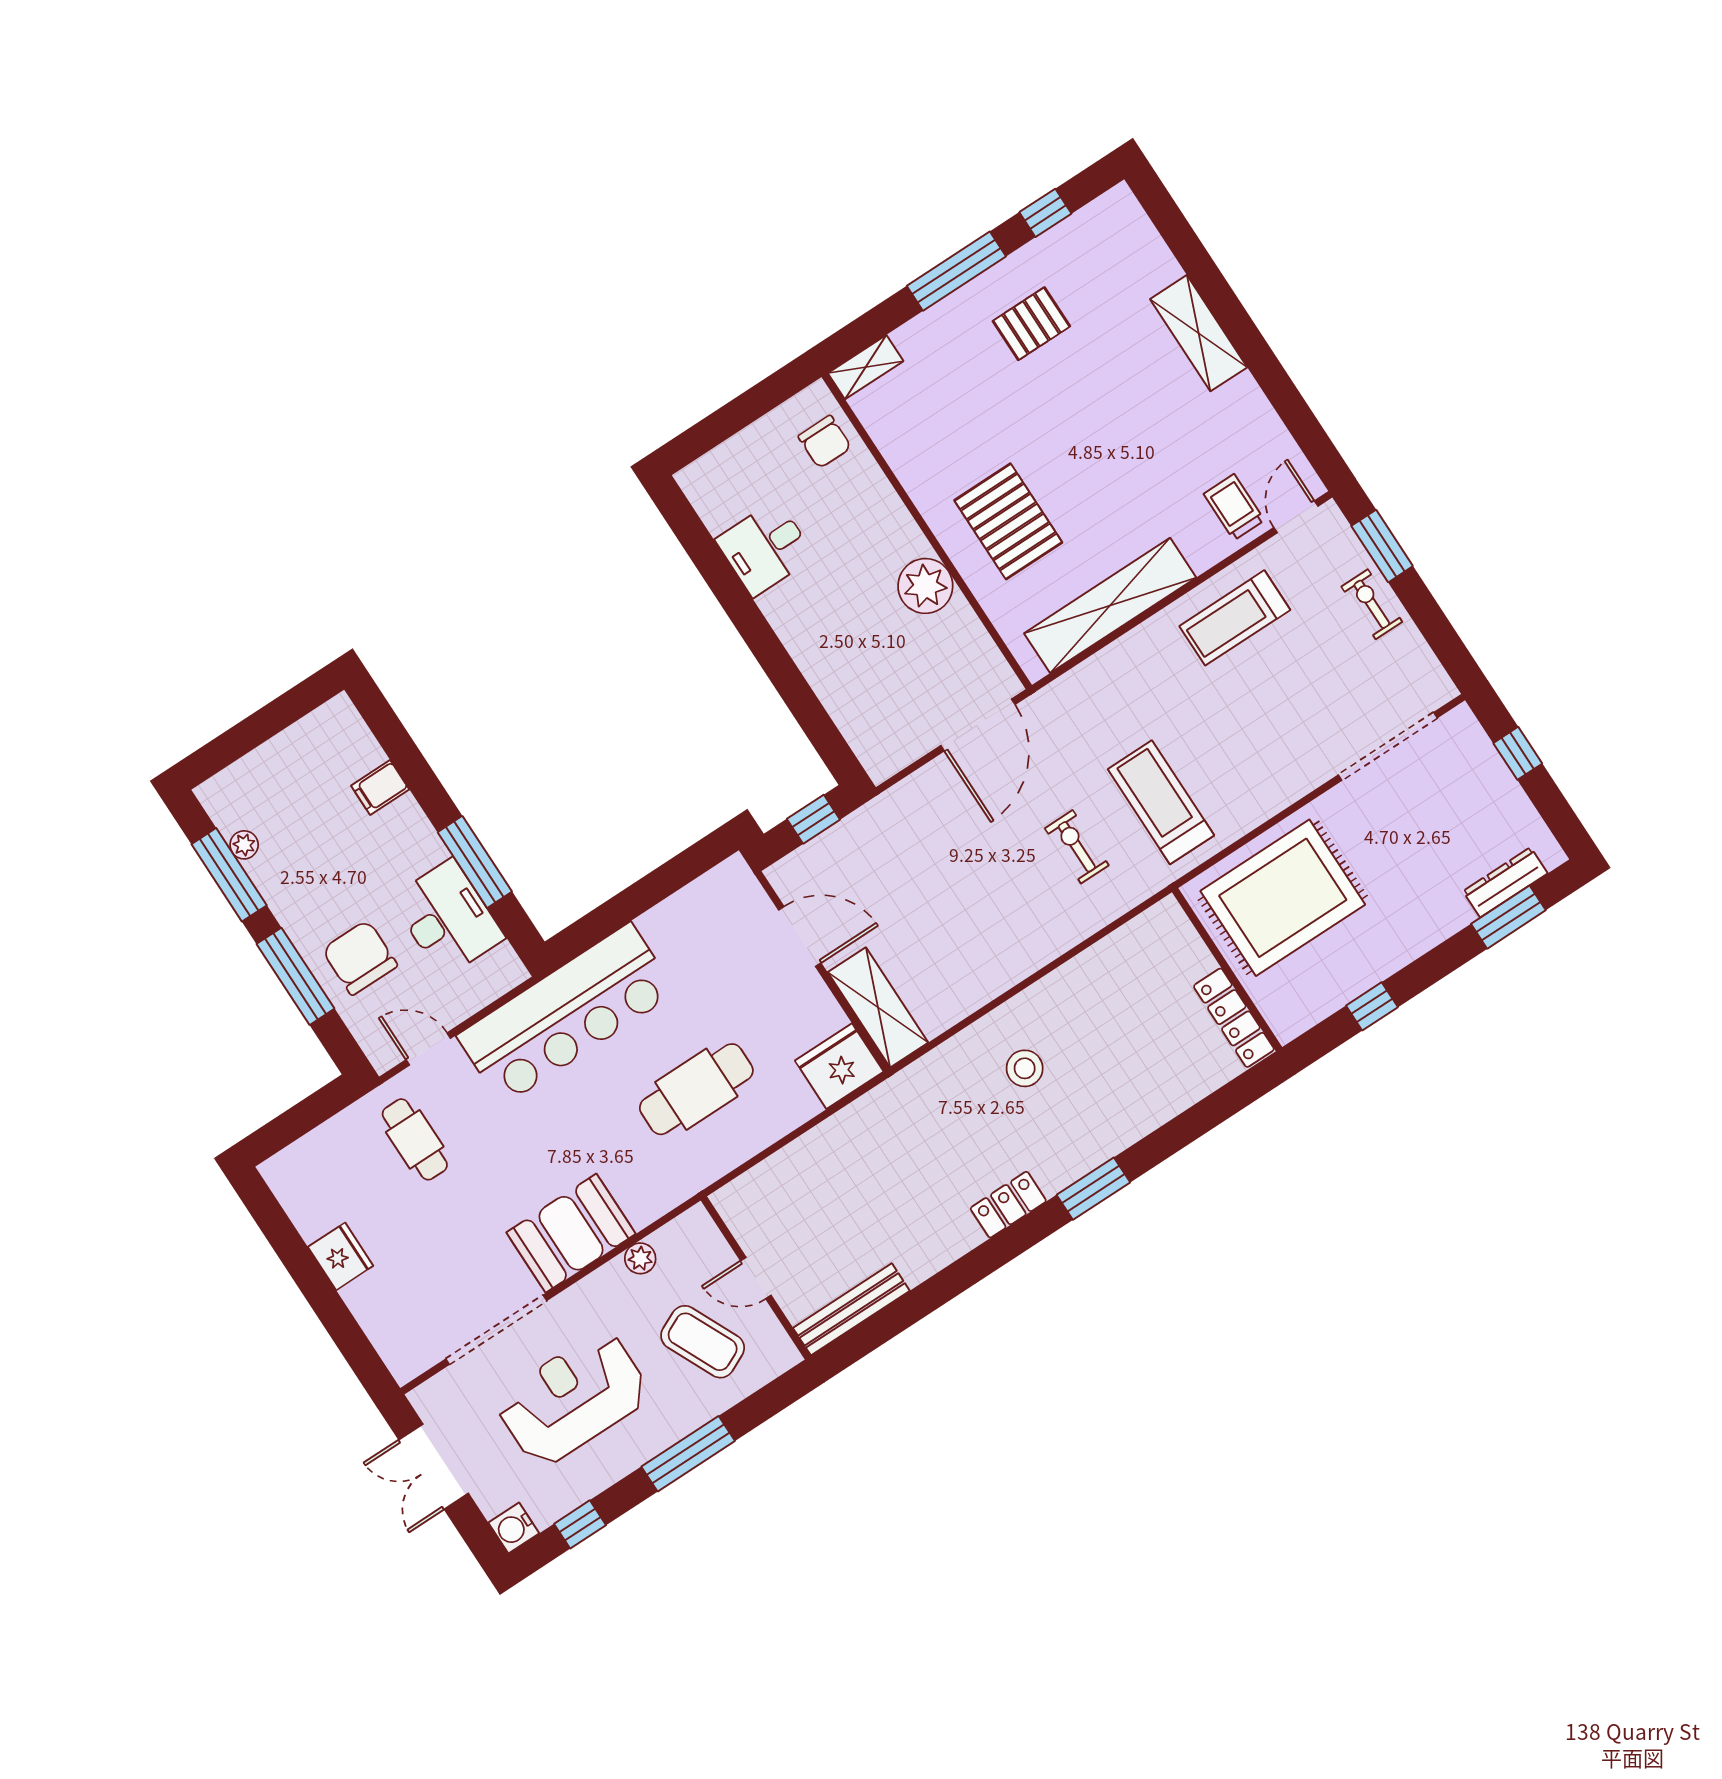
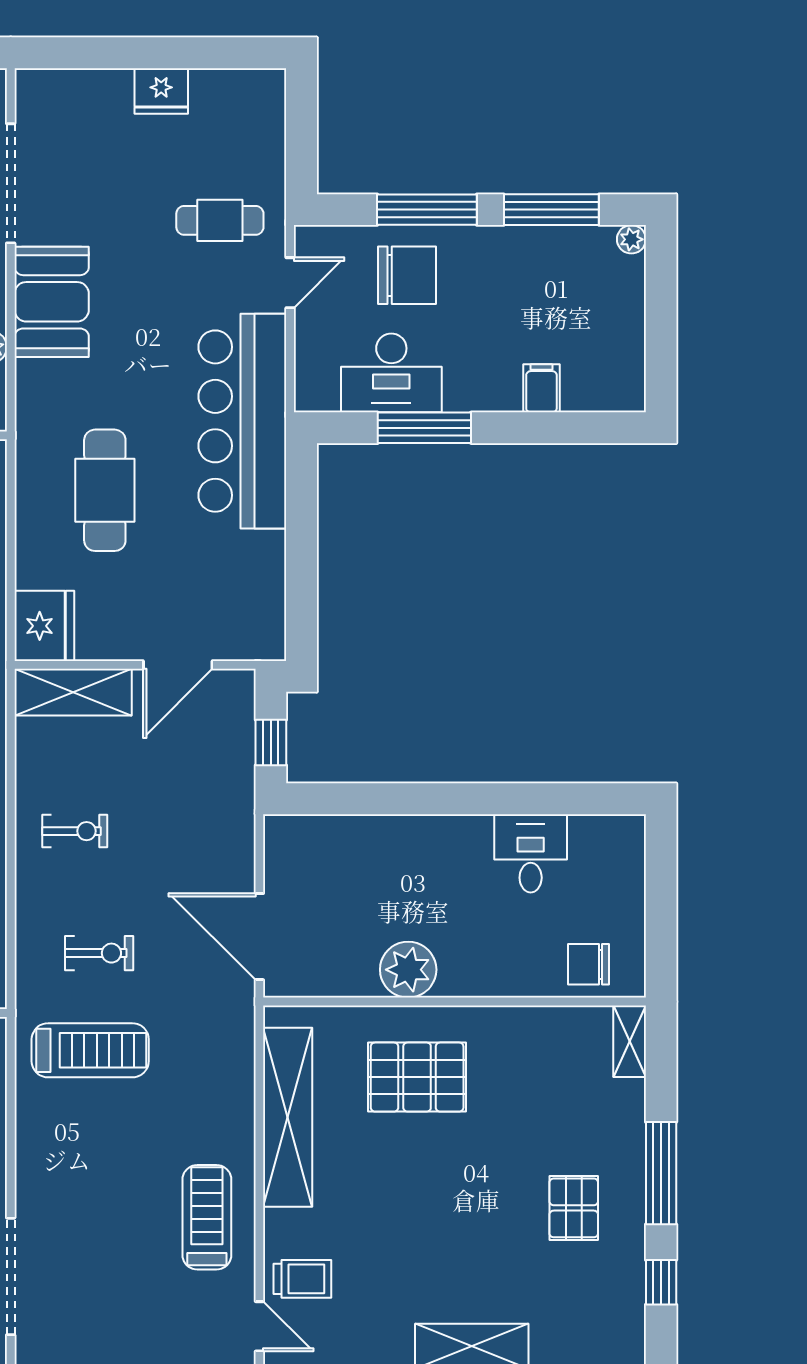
exercise bike: (1372, 604) -> (75, 831), moved
plant: (244, 845) -> (631, 239), moved

